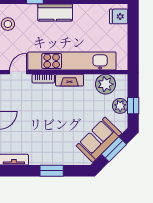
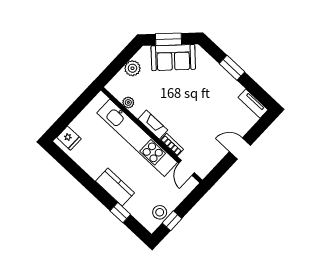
door: (18, 72) -> (187, 168), hinge flipped
plant: (105, 84) -> (128, 102), width x0.53, depth x0.53
window: (133, 106) -> (122, 59), removed

